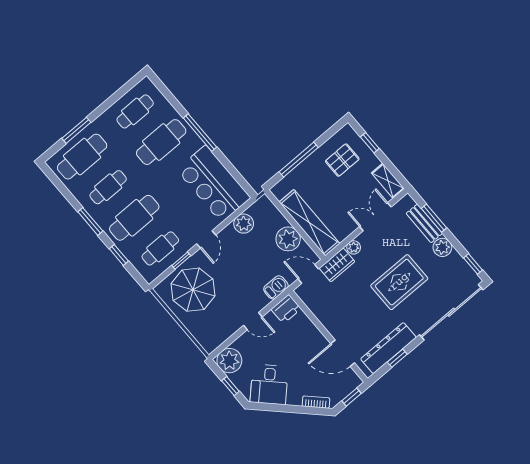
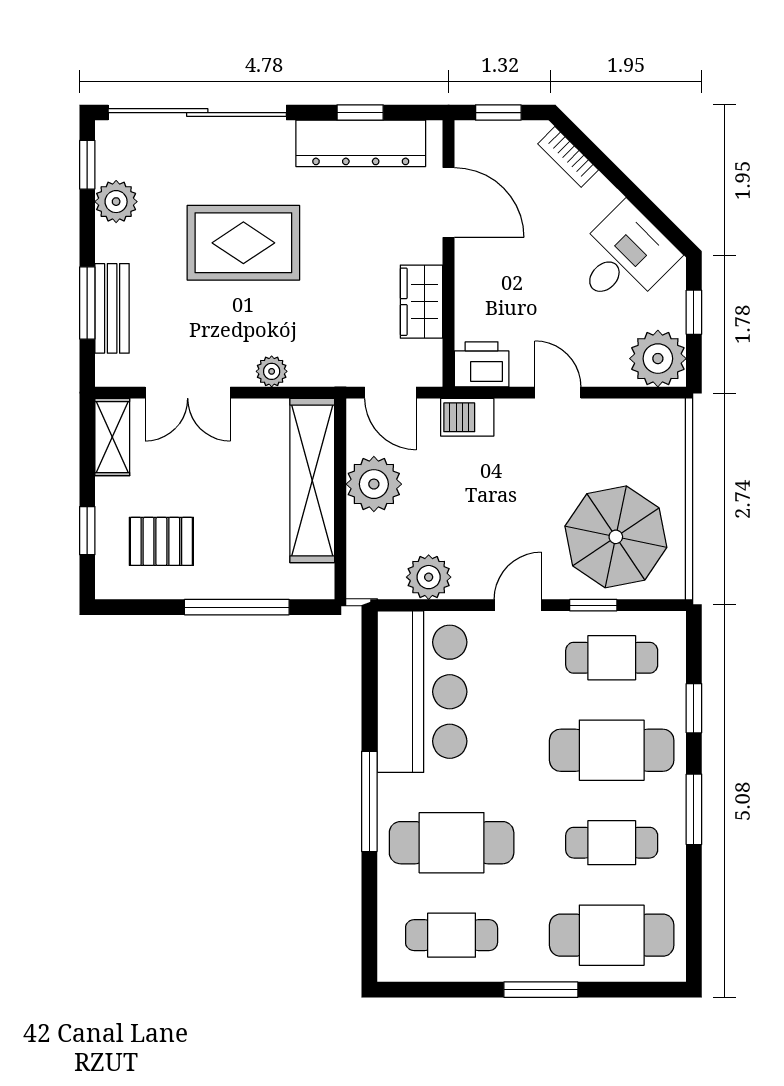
window: (76, 130) -> (541, 990), moved
plant: (442, 247) -> (116, 202), moved
wardrobe: (337, 265) -> (422, 302), moved, turned -90

